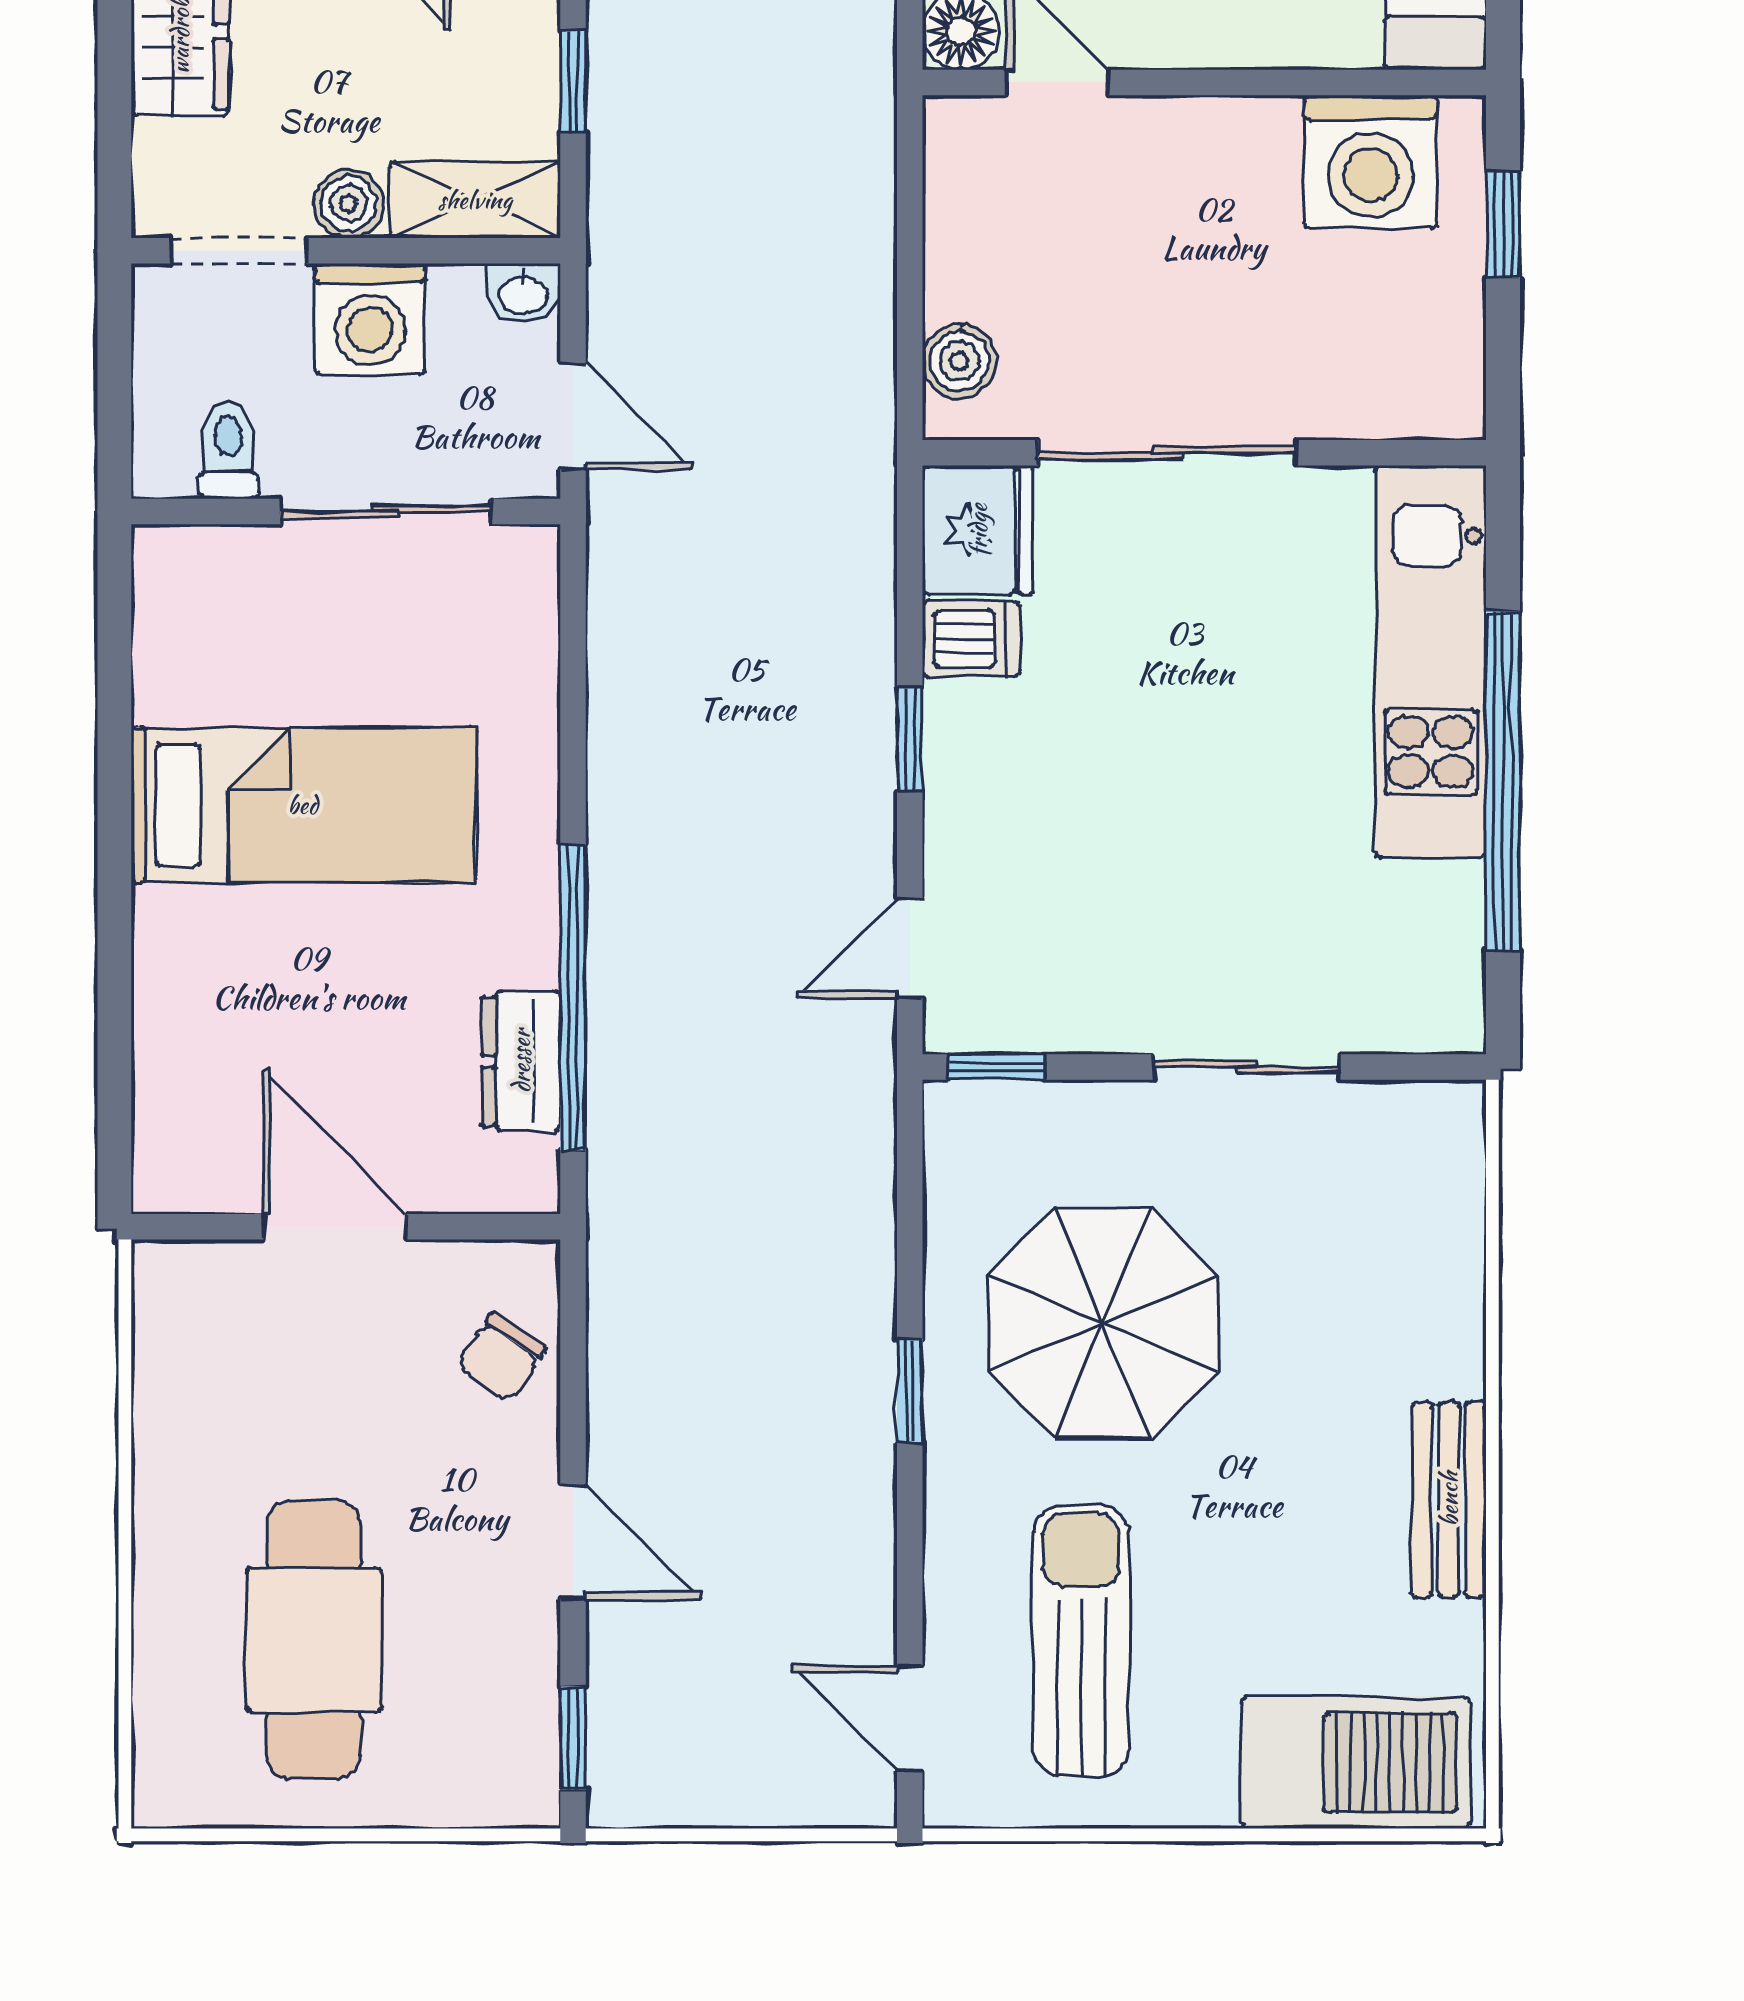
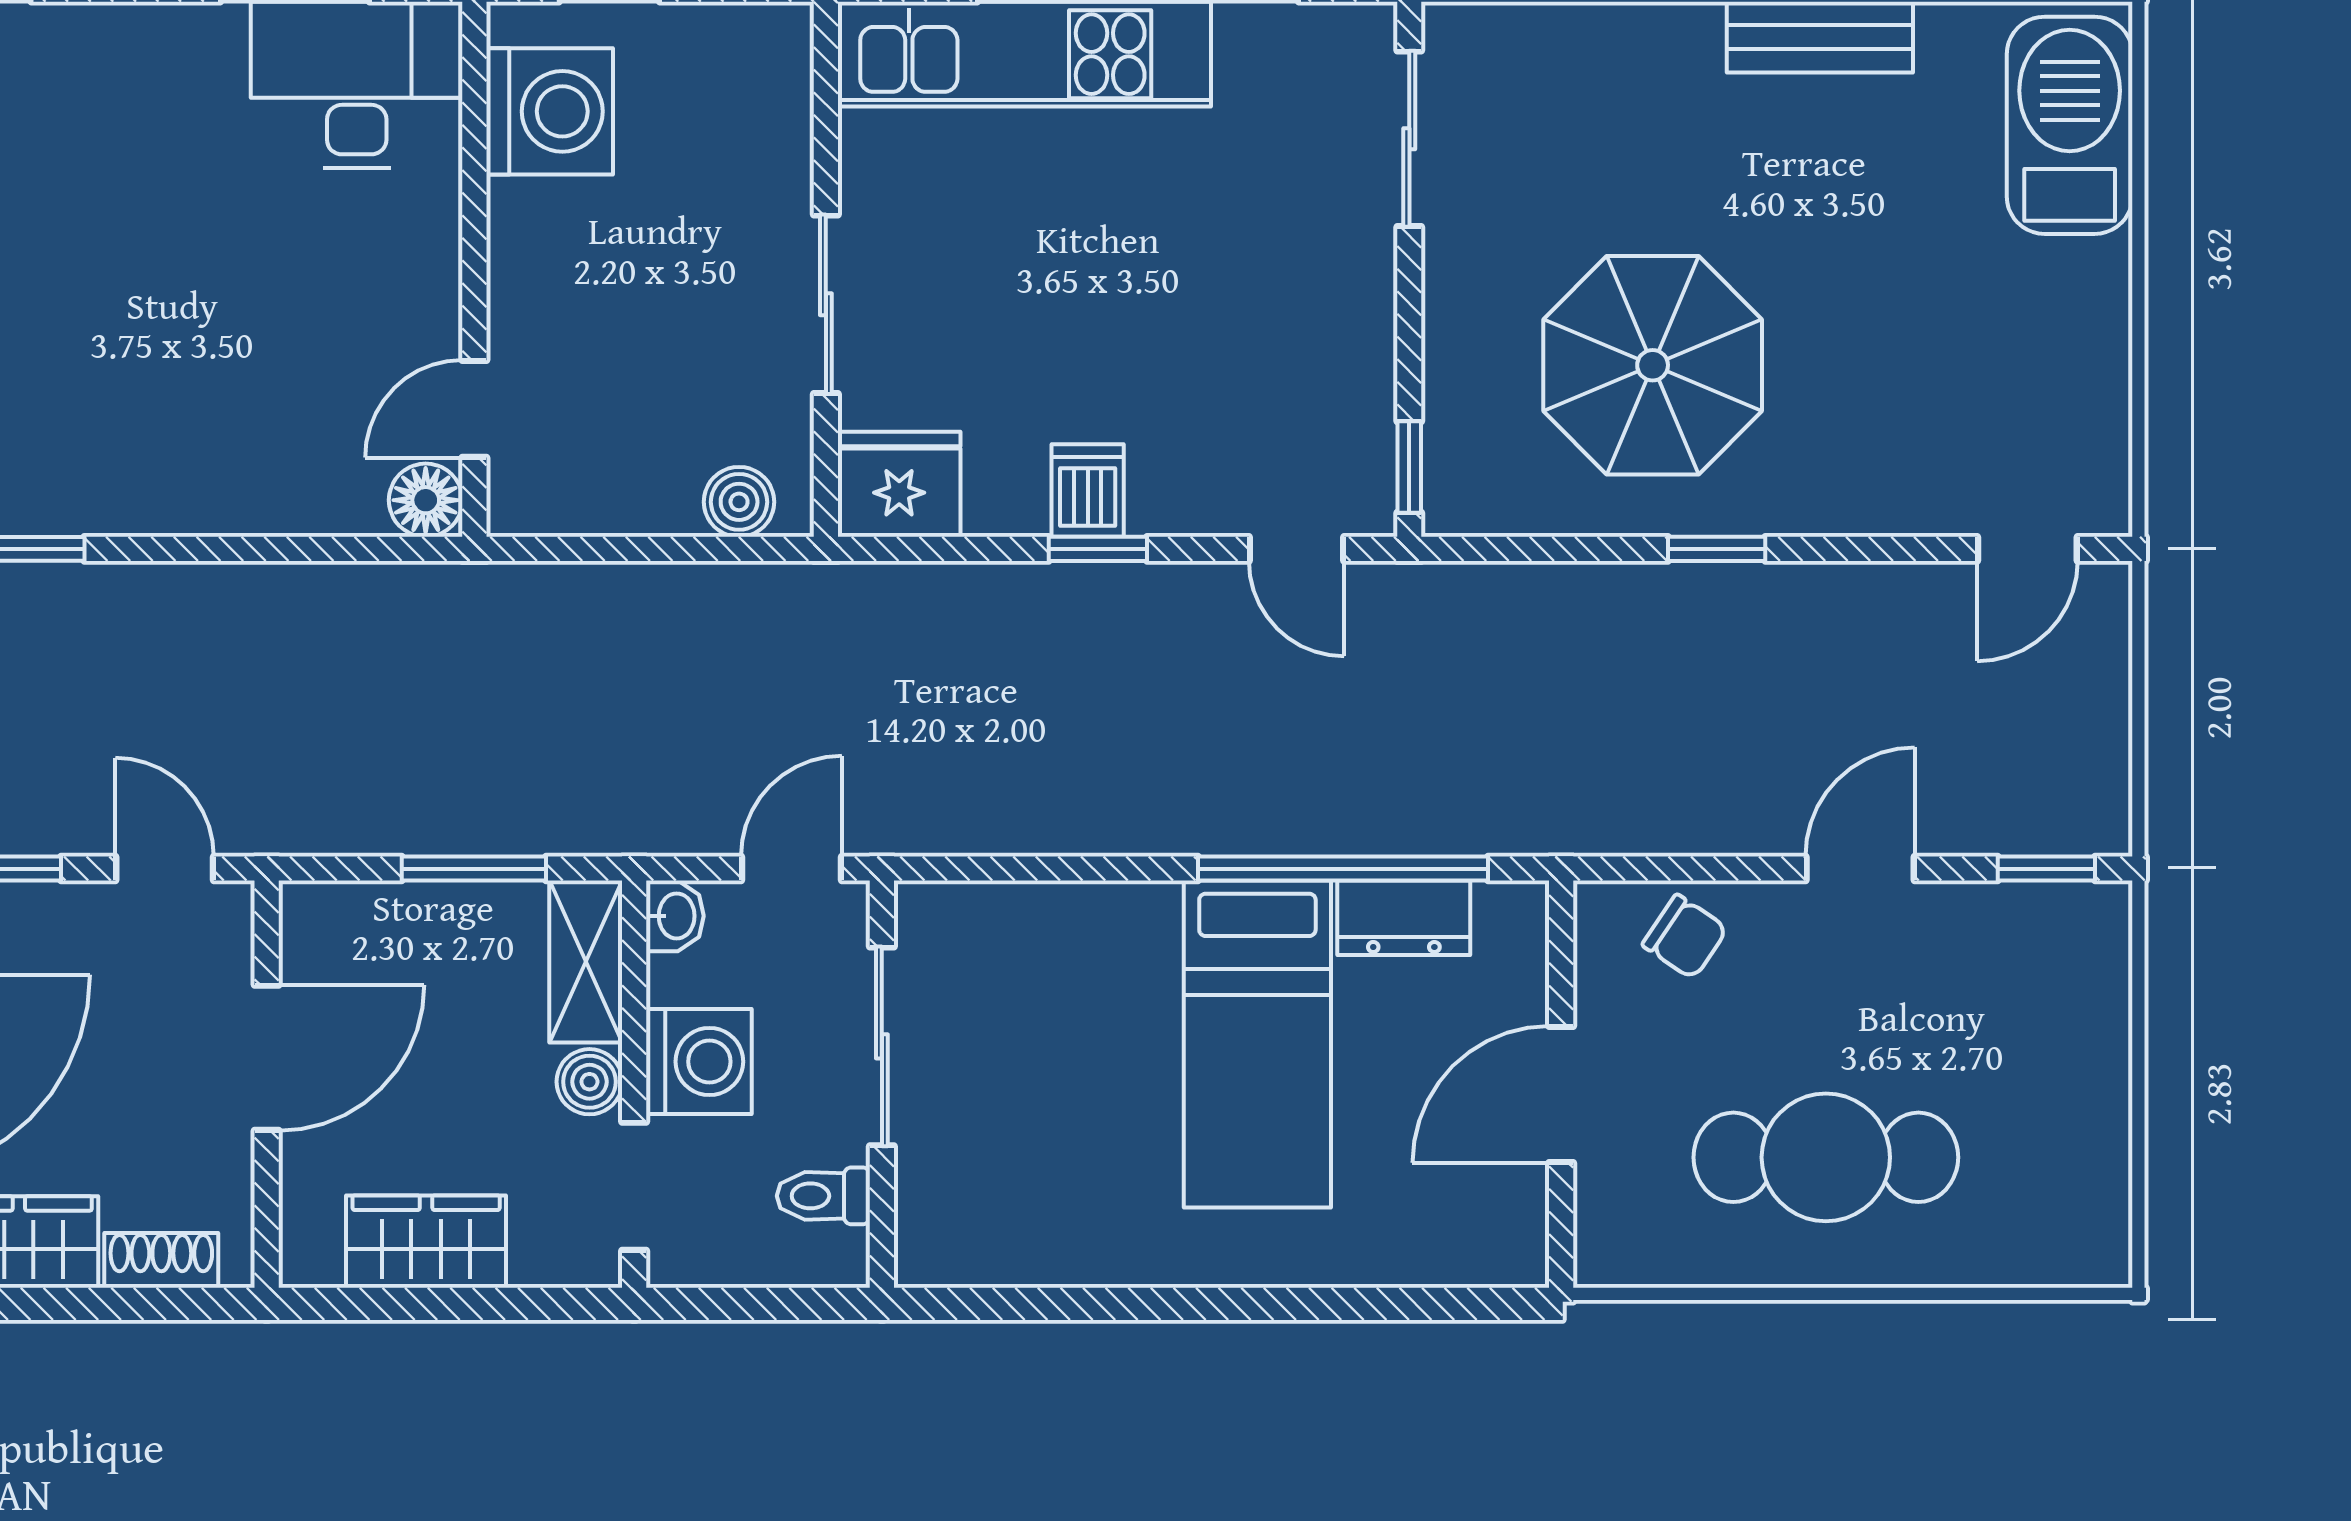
window: (573, 82) -> (474, 869), width x1.50
sliding door: (1167, 453) -> (826, 304), width x0.73
dishwasher: (971, 639) -> (1088, 490), moved
bed: (303, 805) -> (1257, 1044), moved, turned 180
sliding door: (1246, 1067) -> (1409, 139), moved
cafe table: (314, 1640) -> (1826, 1157), moved
sun lounger: (1081, 1641) -> (1954, 386), removed

